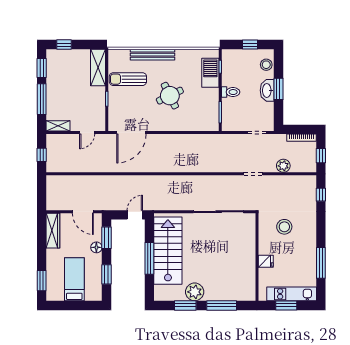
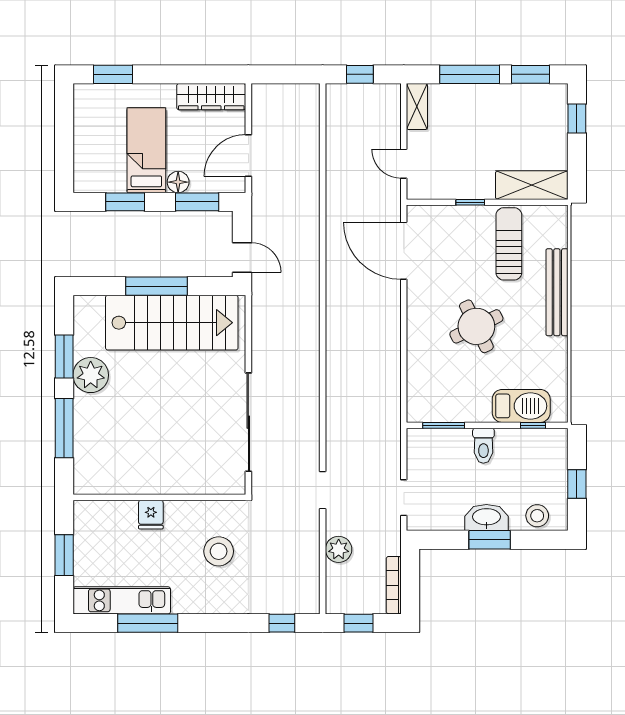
bed: (74, 279) -> (146, 150), moved, turned -90
kitchen unit: (292, 294) -> (122, 600), moved, turned -90

